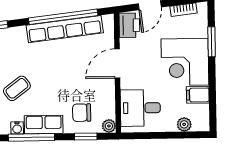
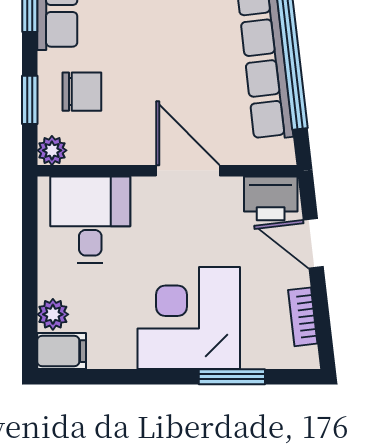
filing cabinet: (198, 95) -> (62, 351), moved, turned 90
chair: (82, 113) -> (82, 92), turned 90

